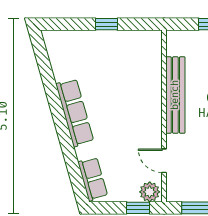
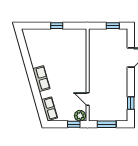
bench: (175, 95) -> (94, 64), removed
row of seats: (75, 113) -> (41, 79), width x0.68

